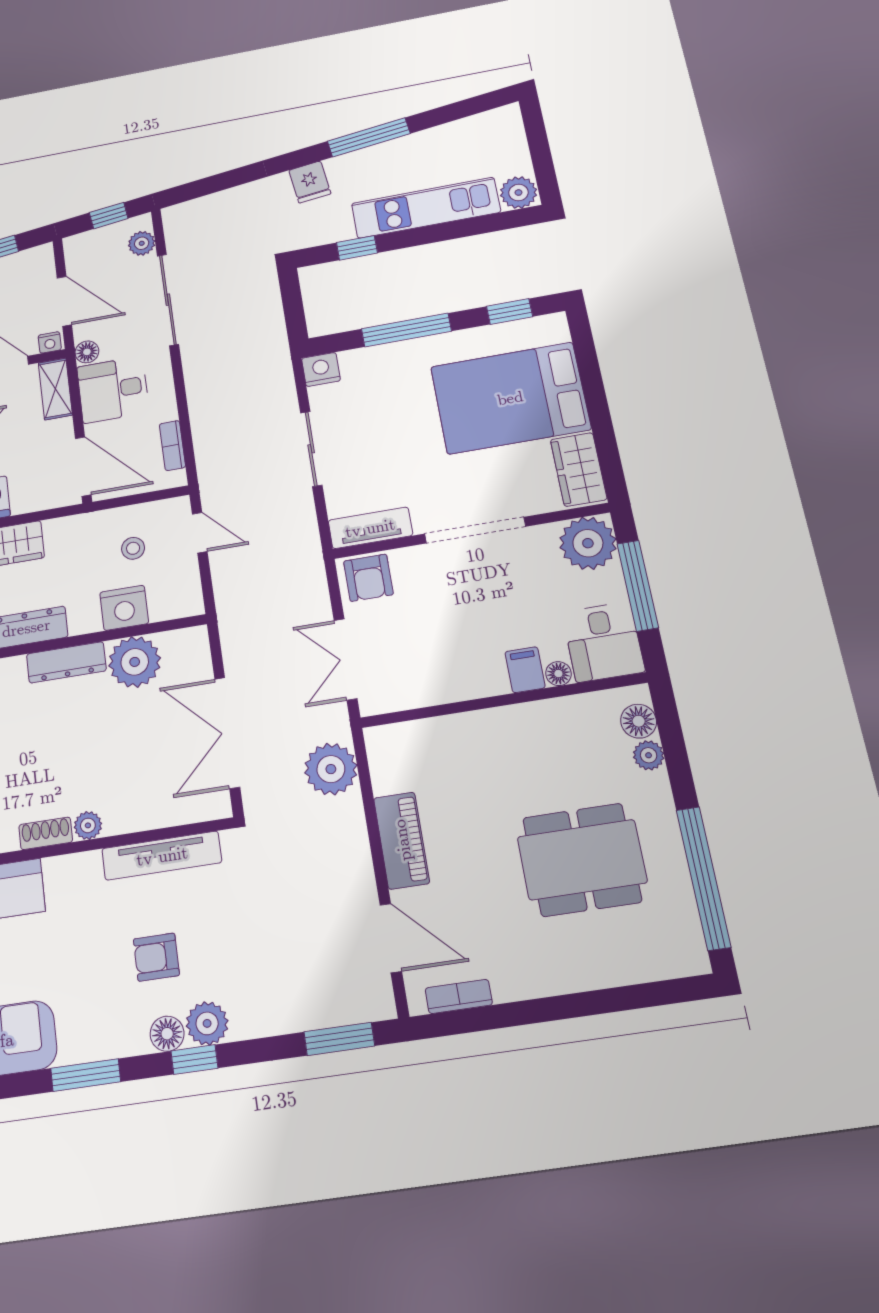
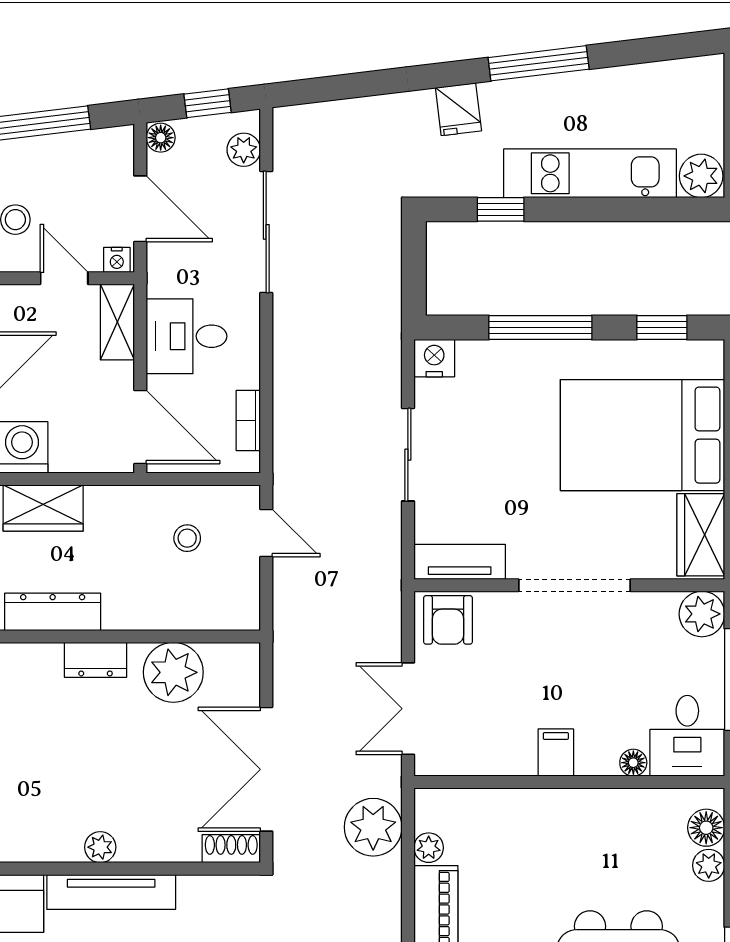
floor lamp: (87, 352) -> (161, 138), moved
plant: (588, 543) -> (702, 614), width x0.73, depth x0.73
nightstand: (124, 608) -> (169, 607), removed
dresser: (66, 662) -> (96, 660), width x0.70
filing cabinet: (525, 670) -> (556, 753), moved
plant: (384, 780) -> (429, 848), added
shoe rack: (46, 833) -> (231, 849), moved
tv unit: (162, 856) -> (111, 892), moved

